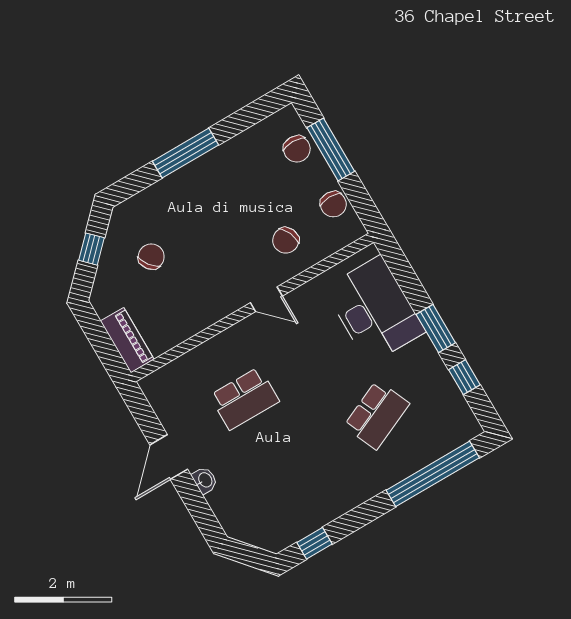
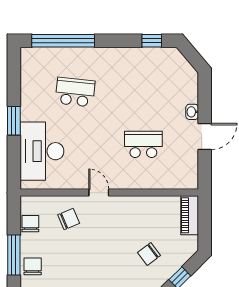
window: (464, 377) -> (14, 84), removed
school desk: (377, 415) -> (75, 92), turned 30

